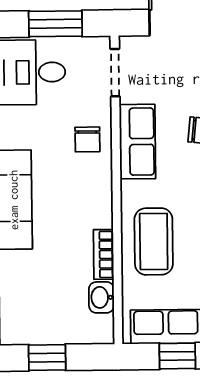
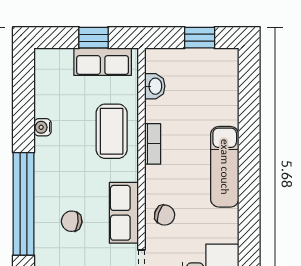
chair: (87, 139) -> (165, 215), turned 109
bookcase: (104, 254) -> (153, 144), moved

